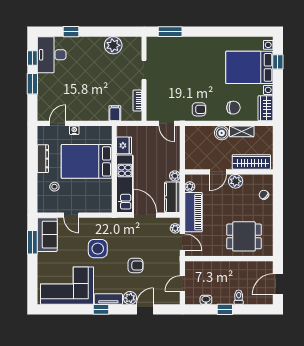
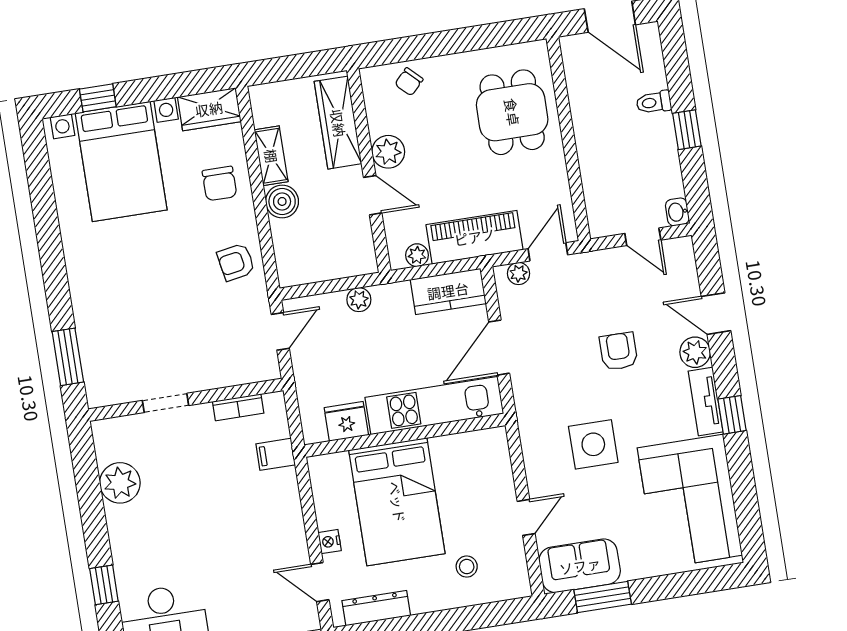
chair: (233, 108) -> (219, 184), turned 180
armchair: (199, 109) -> (236, 262), turned -100
dresser: (43, 159) -> (376, 608), moved
plant: (175, 176) -> (359, 300), moved
washbasin: (206, 300) -> (677, 212), moved

